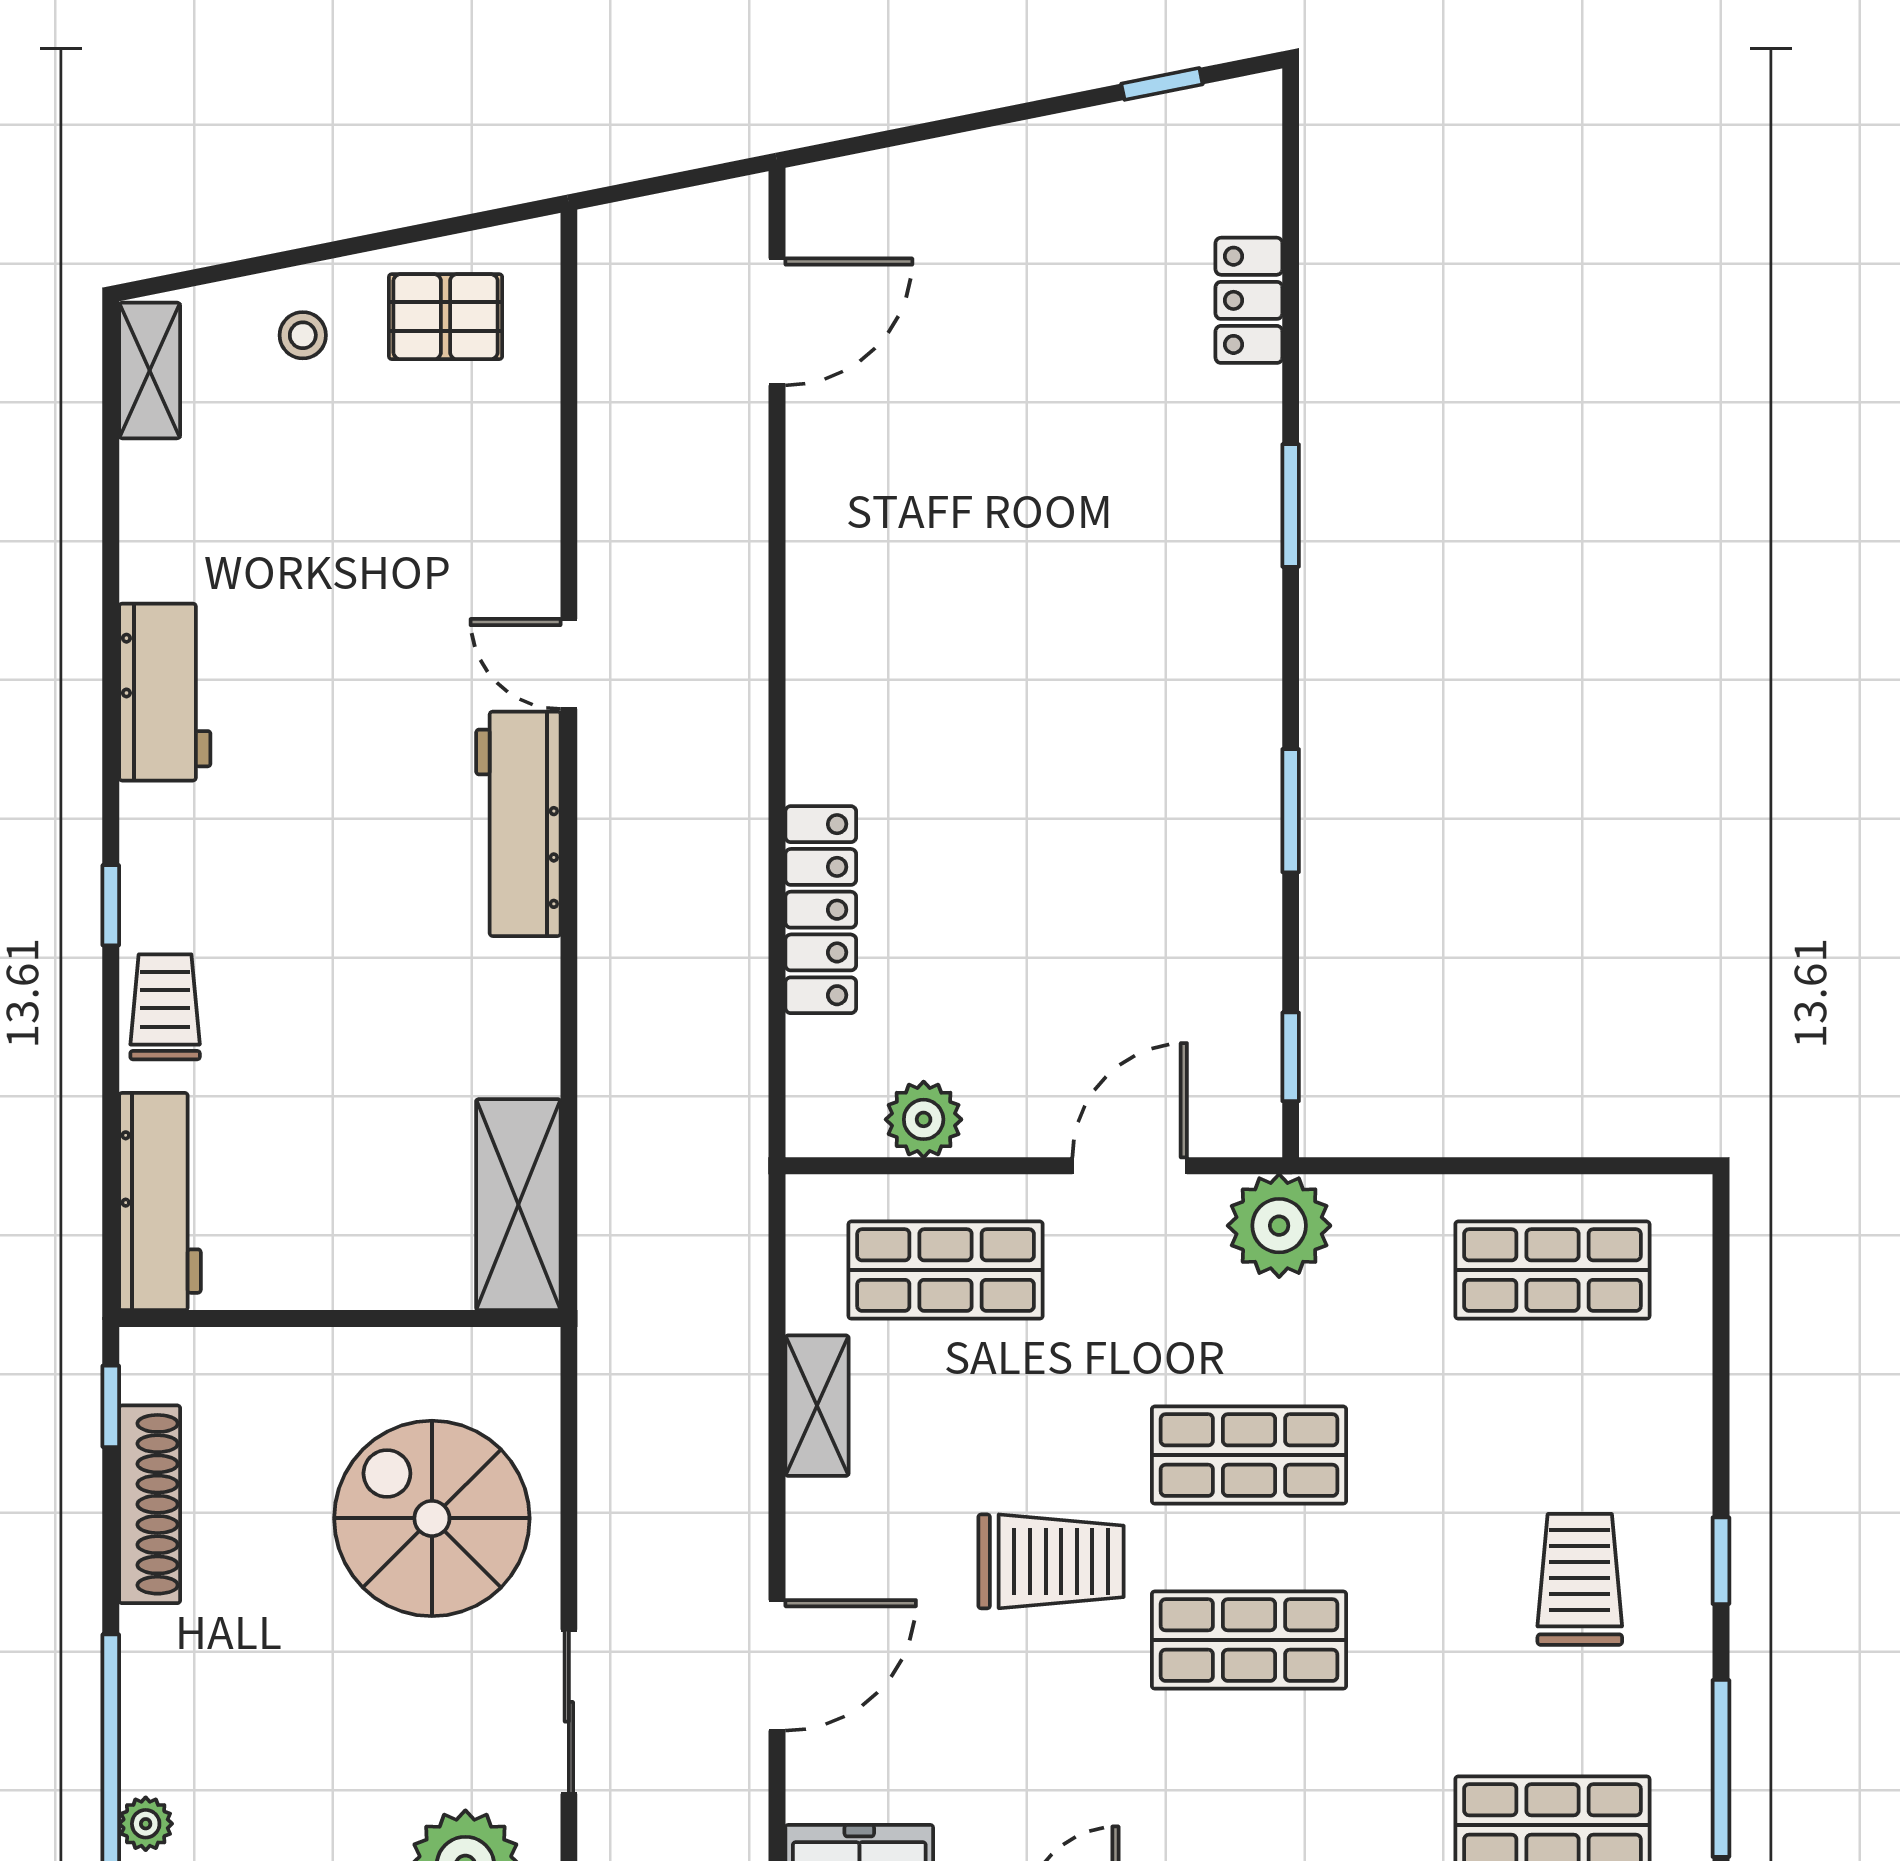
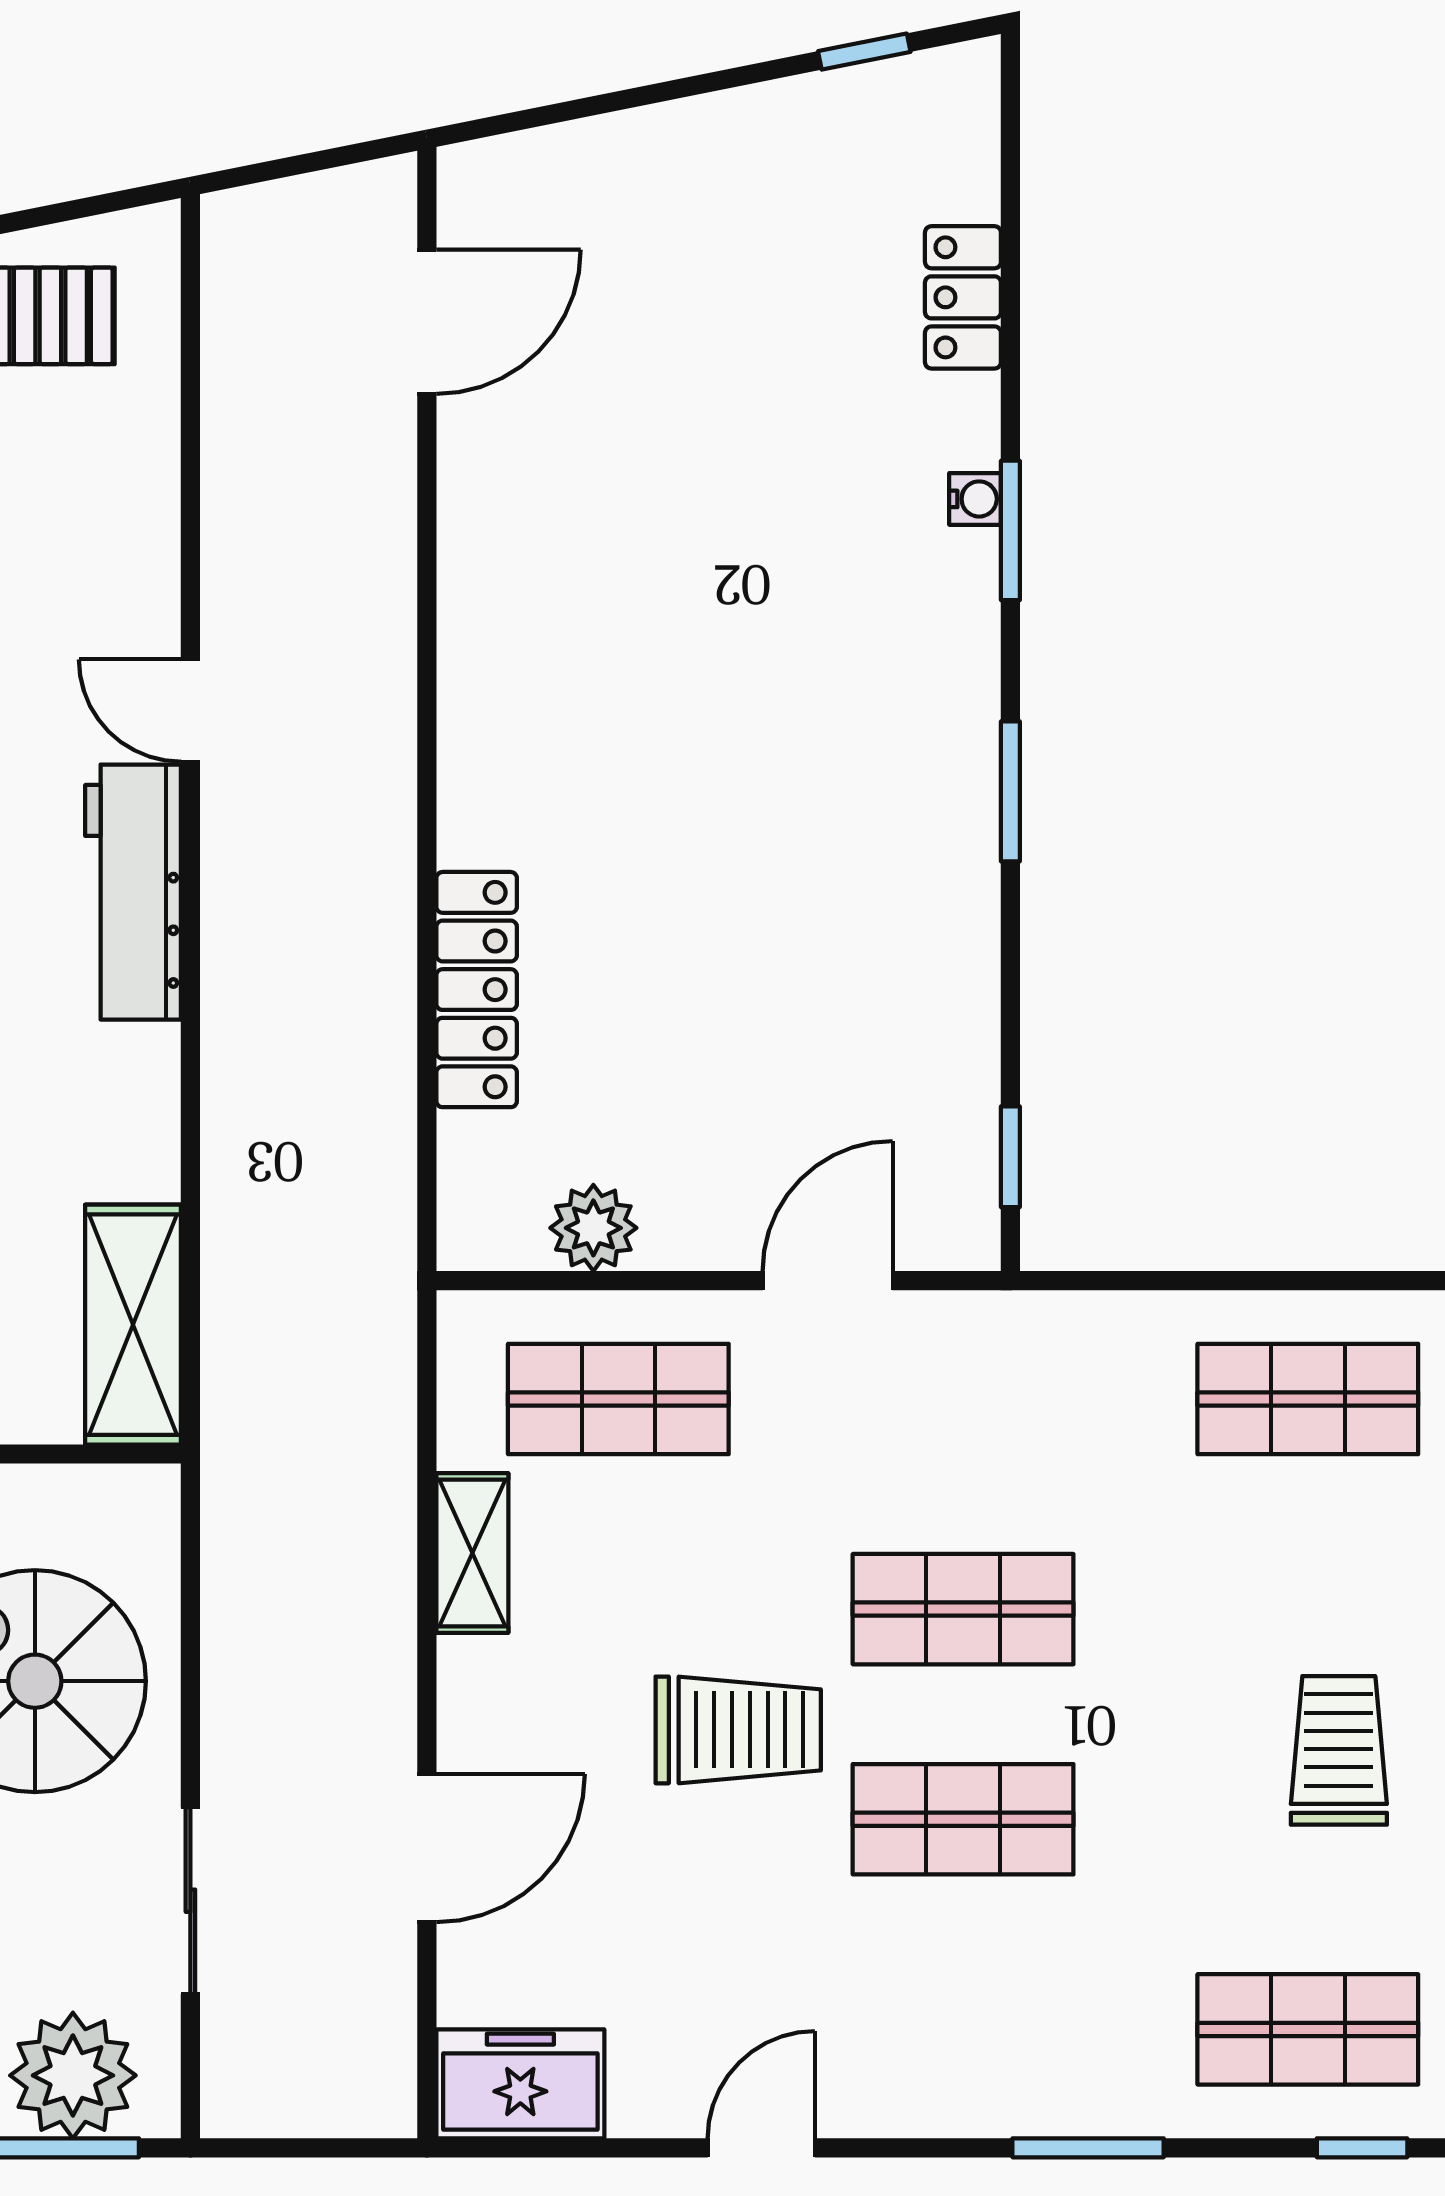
water cooler: (1260, 478) -> (975, 499), added
window: (1291, 811) -> (1010, 791), moved
plant: (1279, 1226) -> (997, 1349), removed

